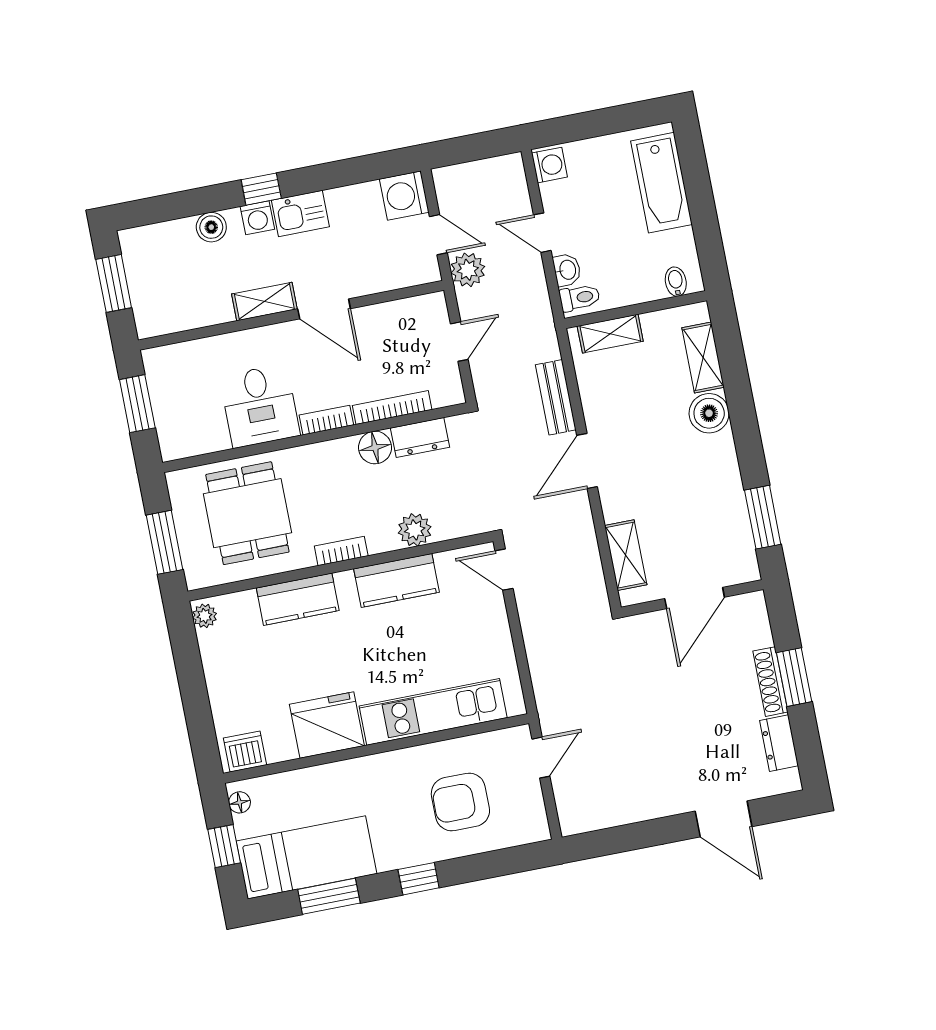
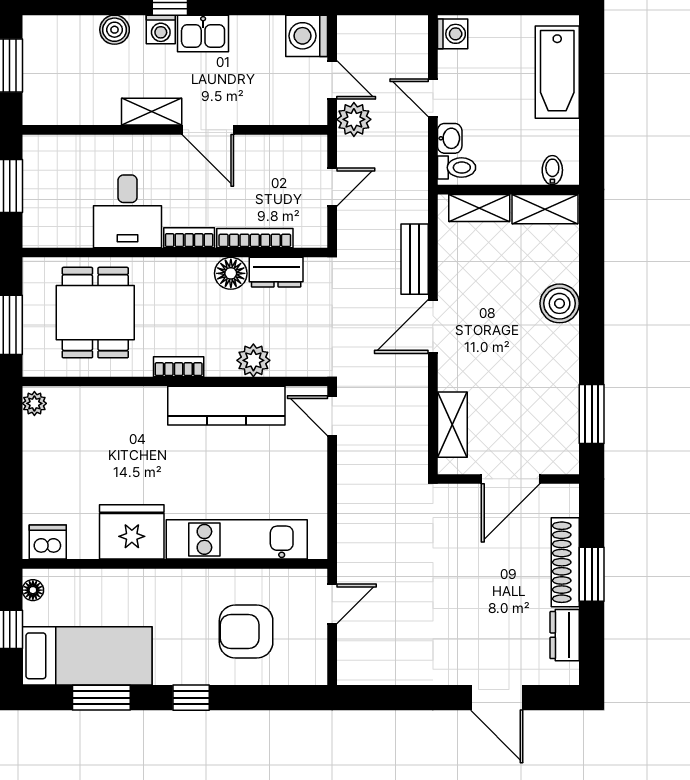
shelving: (703, 358) -> (545, 209), moved, turned 90
kitchen counter: (397, 580) -> (226, 406), width x1.50
kitchen counter: (298, 599) -> (127, 405), removed
shoe rack: (770, 682) -> (565, 562), width x1.36, depth x1.24

